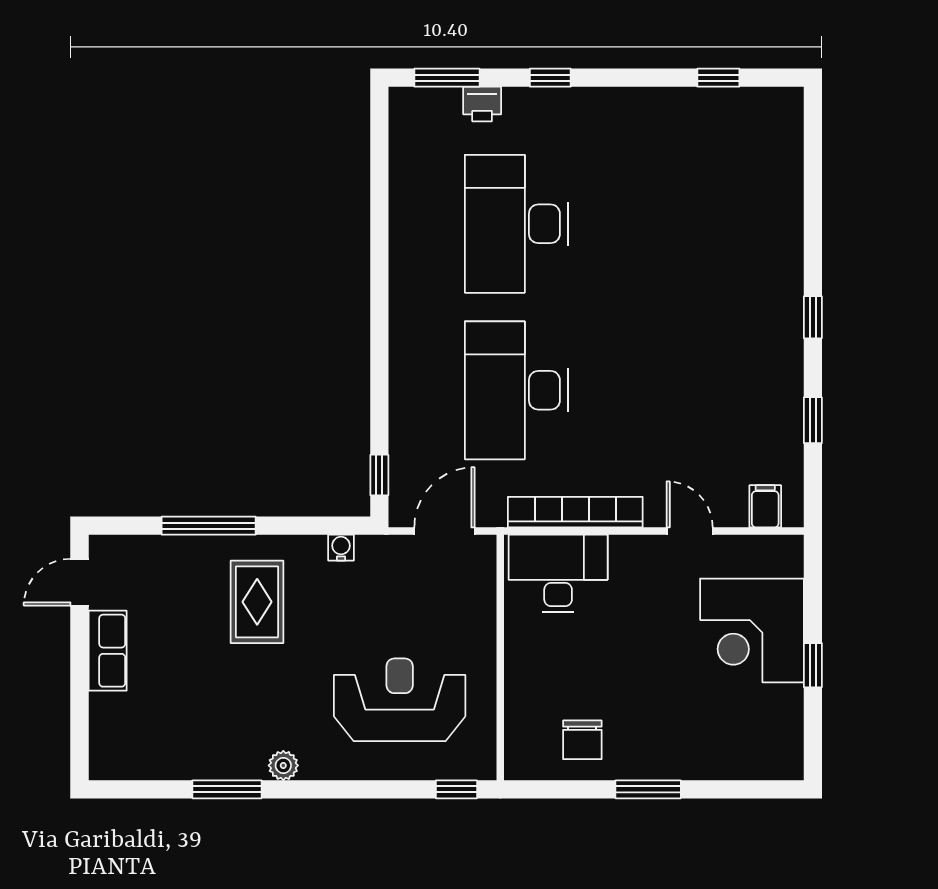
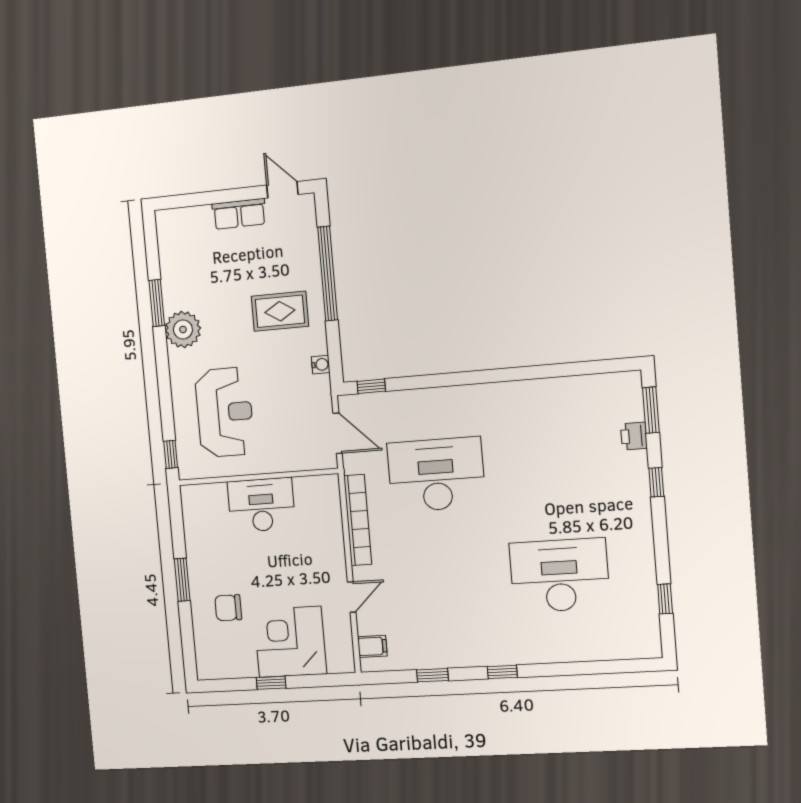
desk: (517, 224) -> (560, 575), moved
window: (209, 526) -> (328, 274), width x1.46
desk: (558, 574) -> (261, 505), moved, turned -90
chair: (582, 740) -> (228, 608), moved
plant: (283, 765) -> (183, 330), width x1.88, depth x1.88

